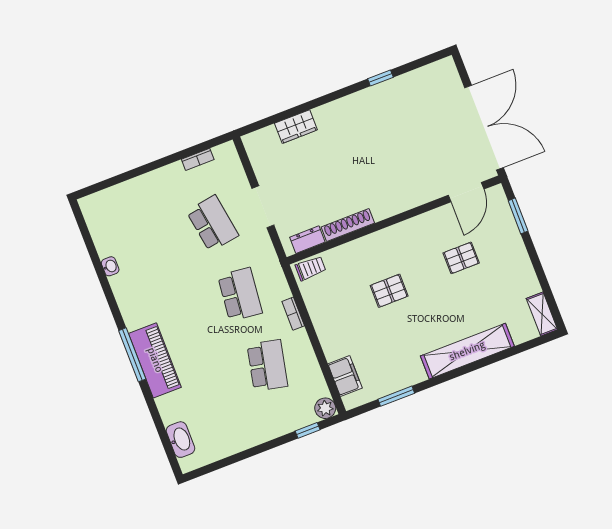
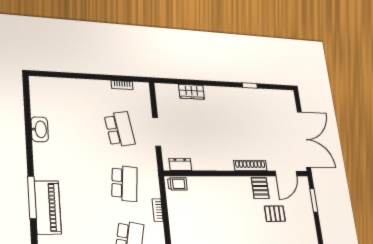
shoe rack: (348, 225) -> (250, 166), moved
washbasin: (110, 266) -> (40, 129), width x1.91, depth x1.45
pallet: (389, 291) -> (260, 188), moved, turned 90

